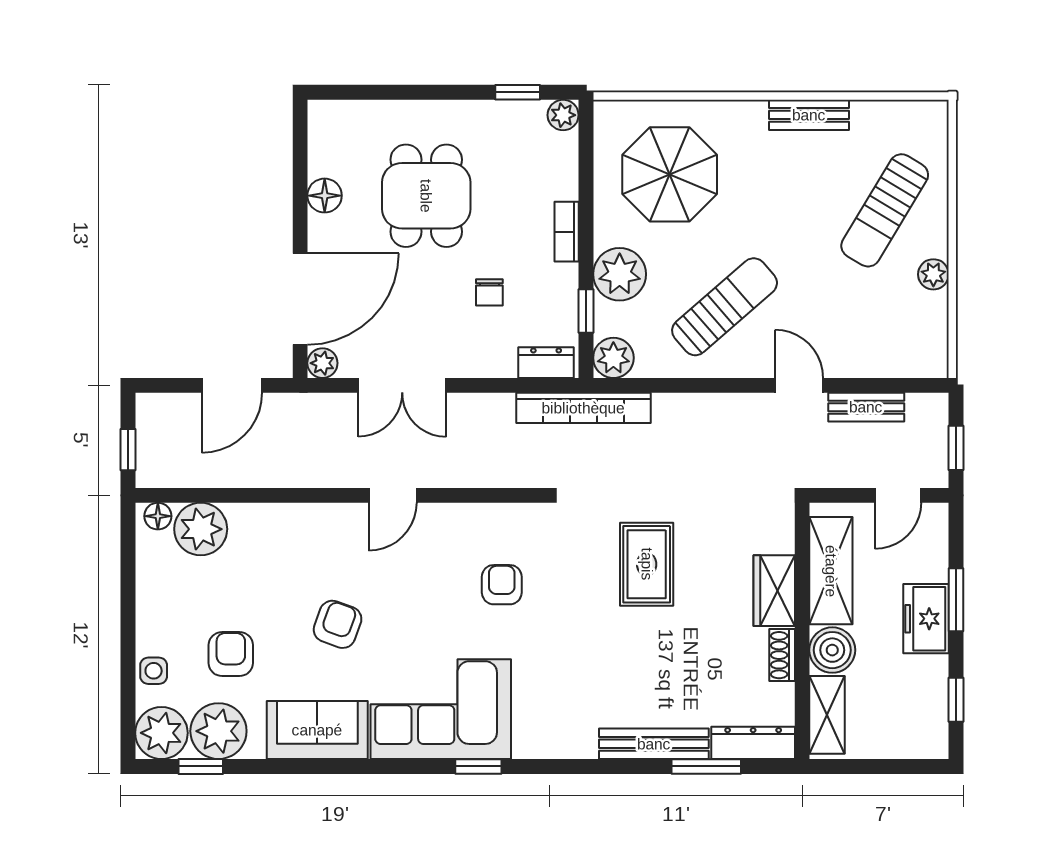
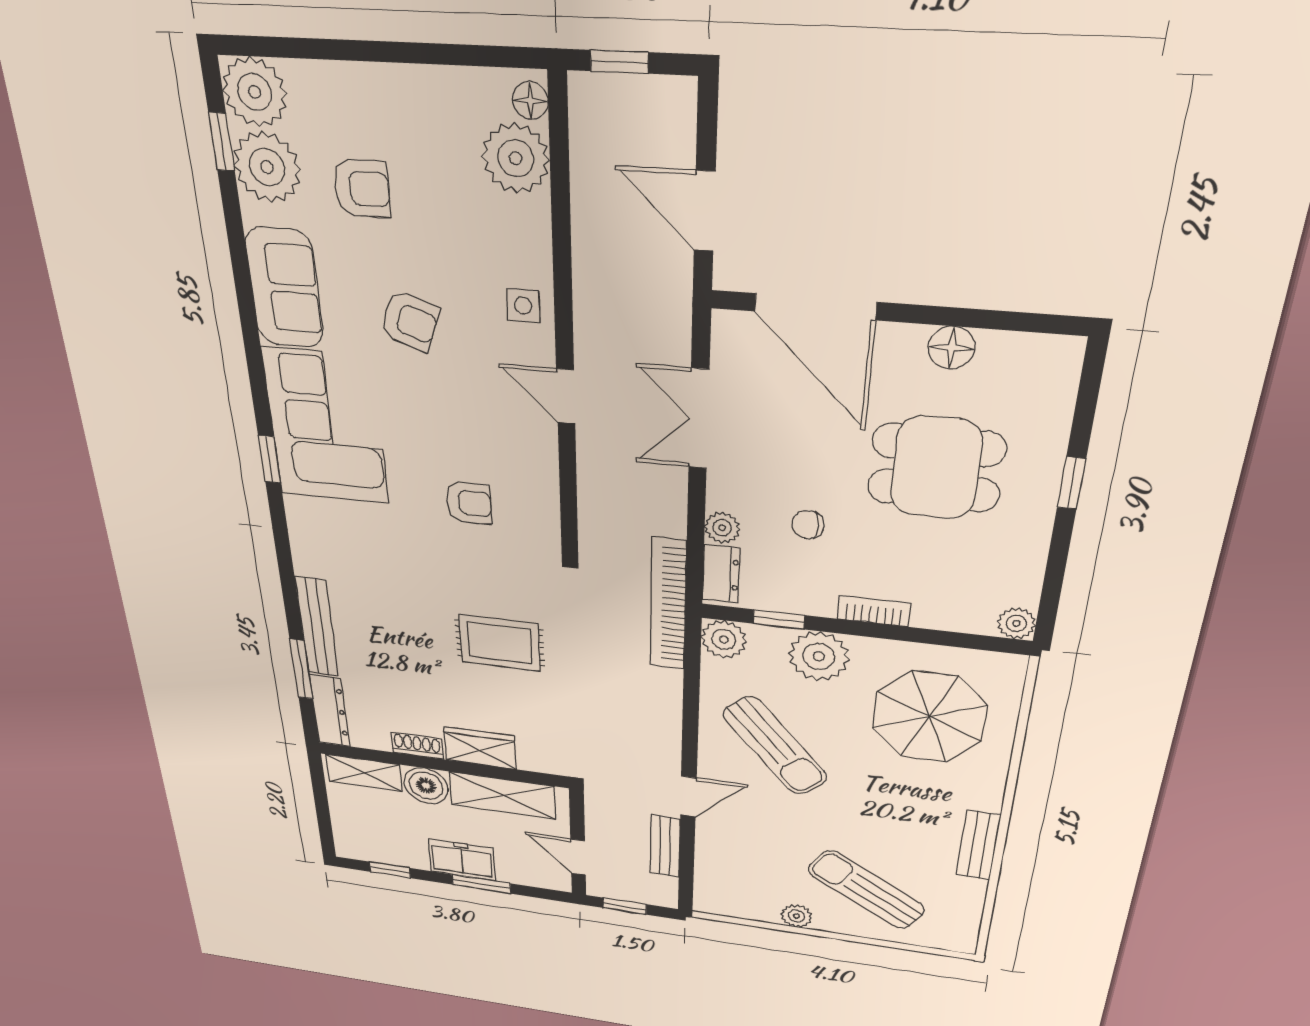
window: (518, 92) -> (1071, 483), moved
plant: (322, 363) -> (722, 528), moved
side table: (154, 671) -> (523, 305), moved

